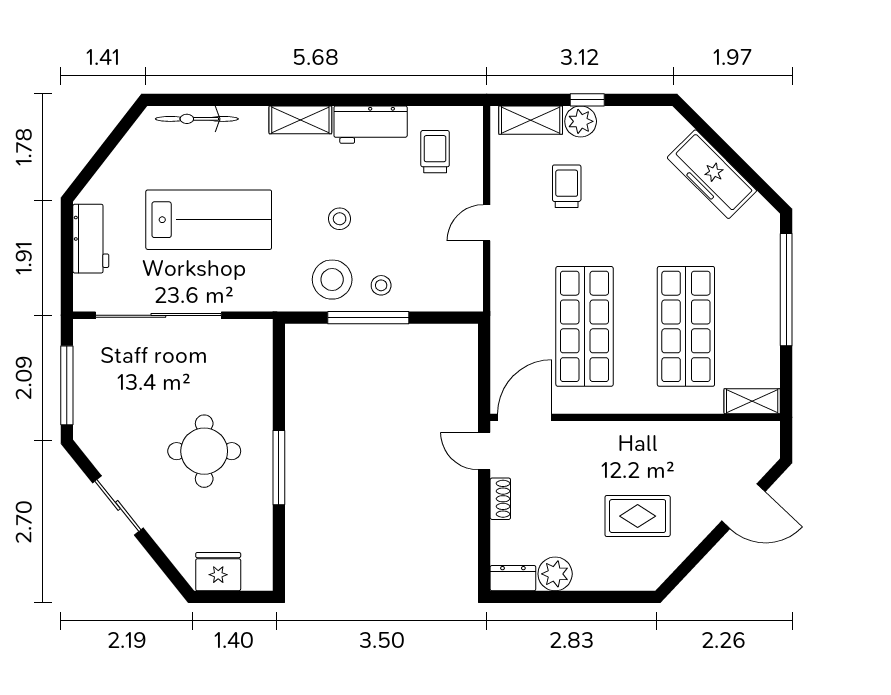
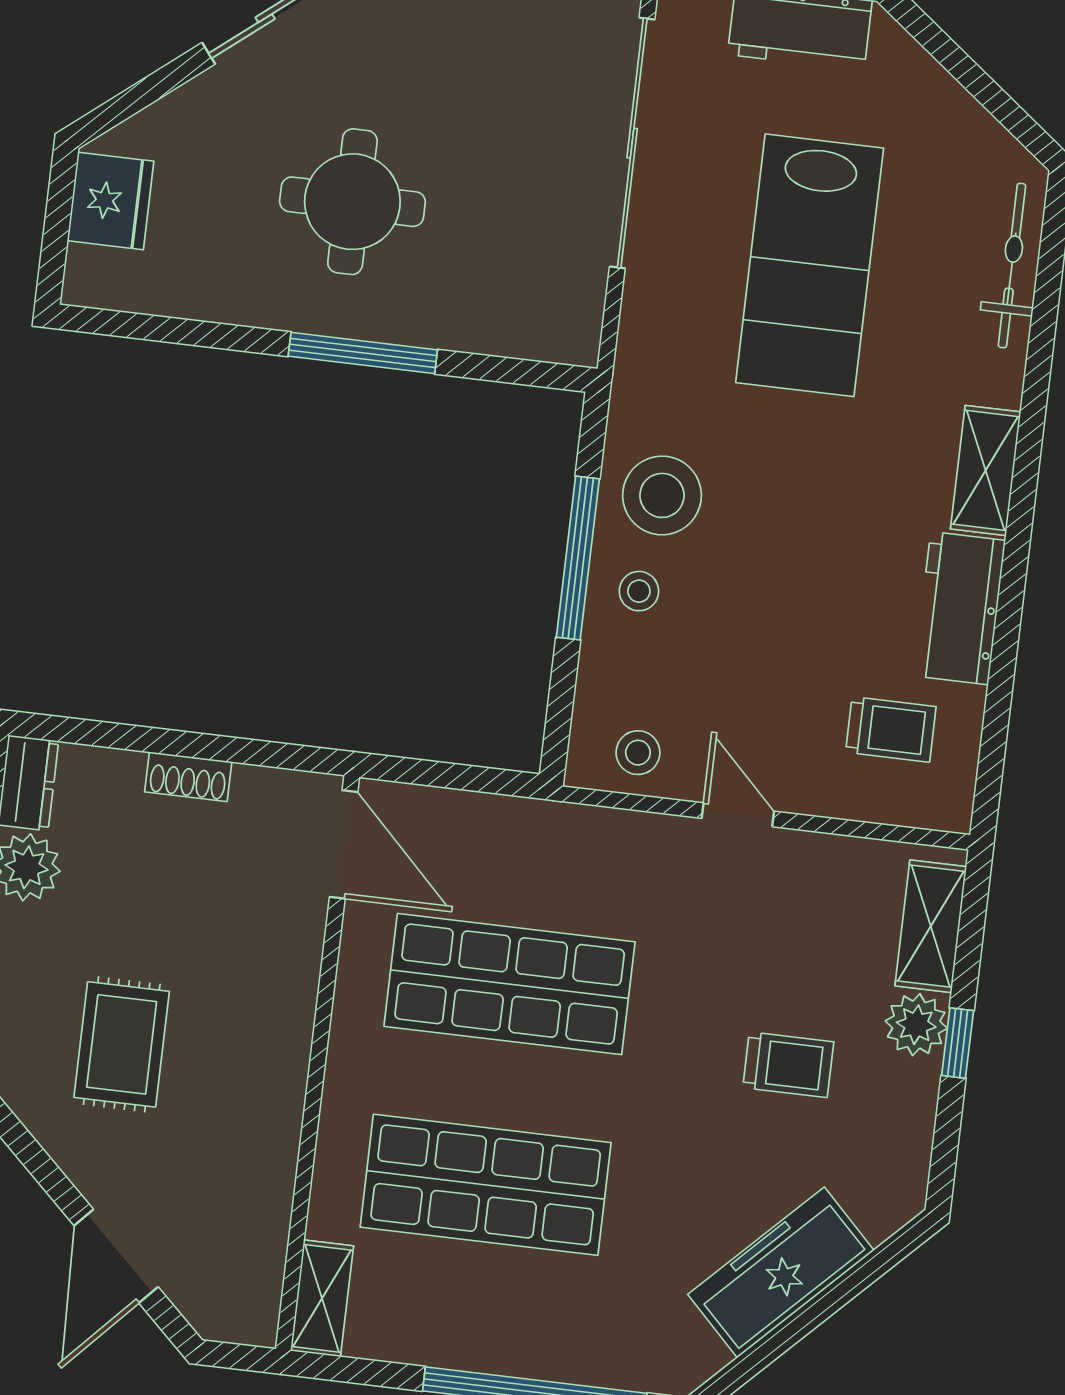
trolley: (567, 186) -> (788, 1065), moved
stool: (340, 219) -> (638, 753), moved
door: (484, 451) -> (286, 756), removed
window: (279, 468) -> (363, 353), moved

